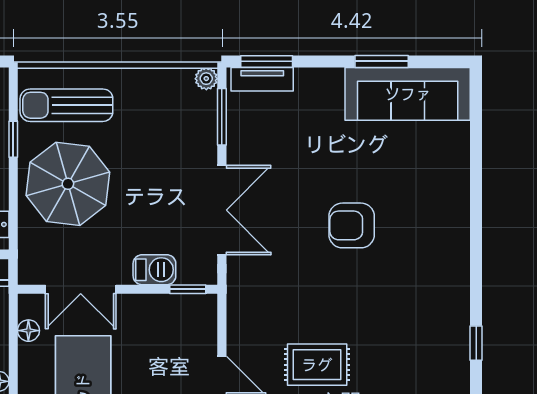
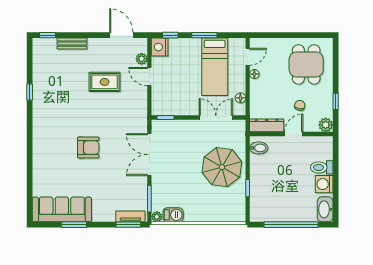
sun lounger: (66, 105) -> (223, 204), removed
barbecue: (154, 270) -> (173, 215), moved, turned 180

